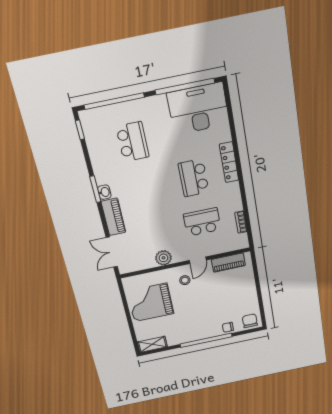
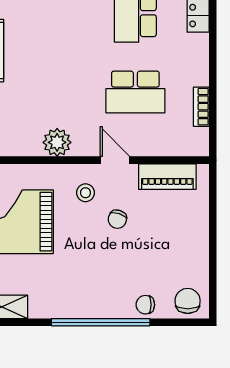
school desk: (202, 222) -> (135, 92), turned 180
door: (198, 260) -> (115, 160), swing flipped
chair: (205, 290) -> (117, 219), added

